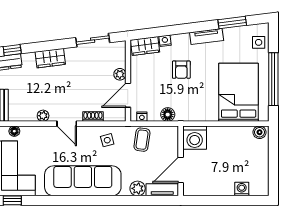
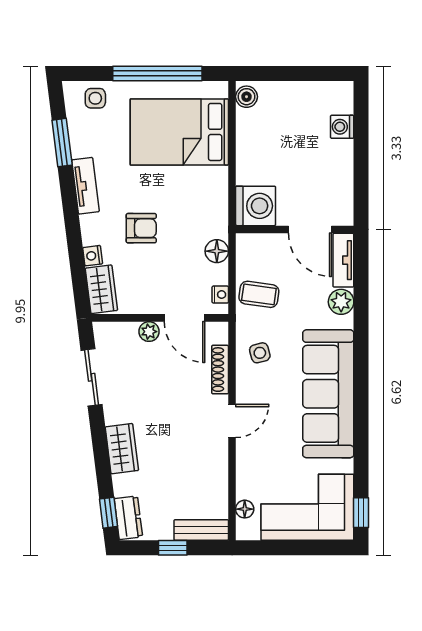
plant: (43, 116) -> (219, 461), removed
shoe rack: (93, 117) -> (220, 370), width x1.43

